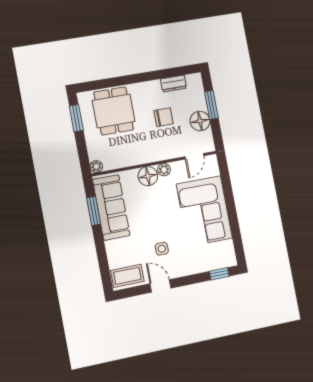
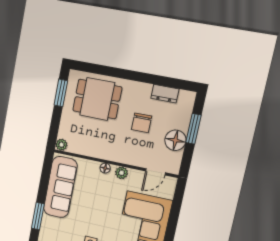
dining table: (114, 111) -> (97, 99), turned 90
chair: (164, 117) -> (142, 123), turned 90
floor lamp: (148, 176) -> (105, 168), width x0.53, depth x0.53
window: (94, 211) -> (38, 216), moved

